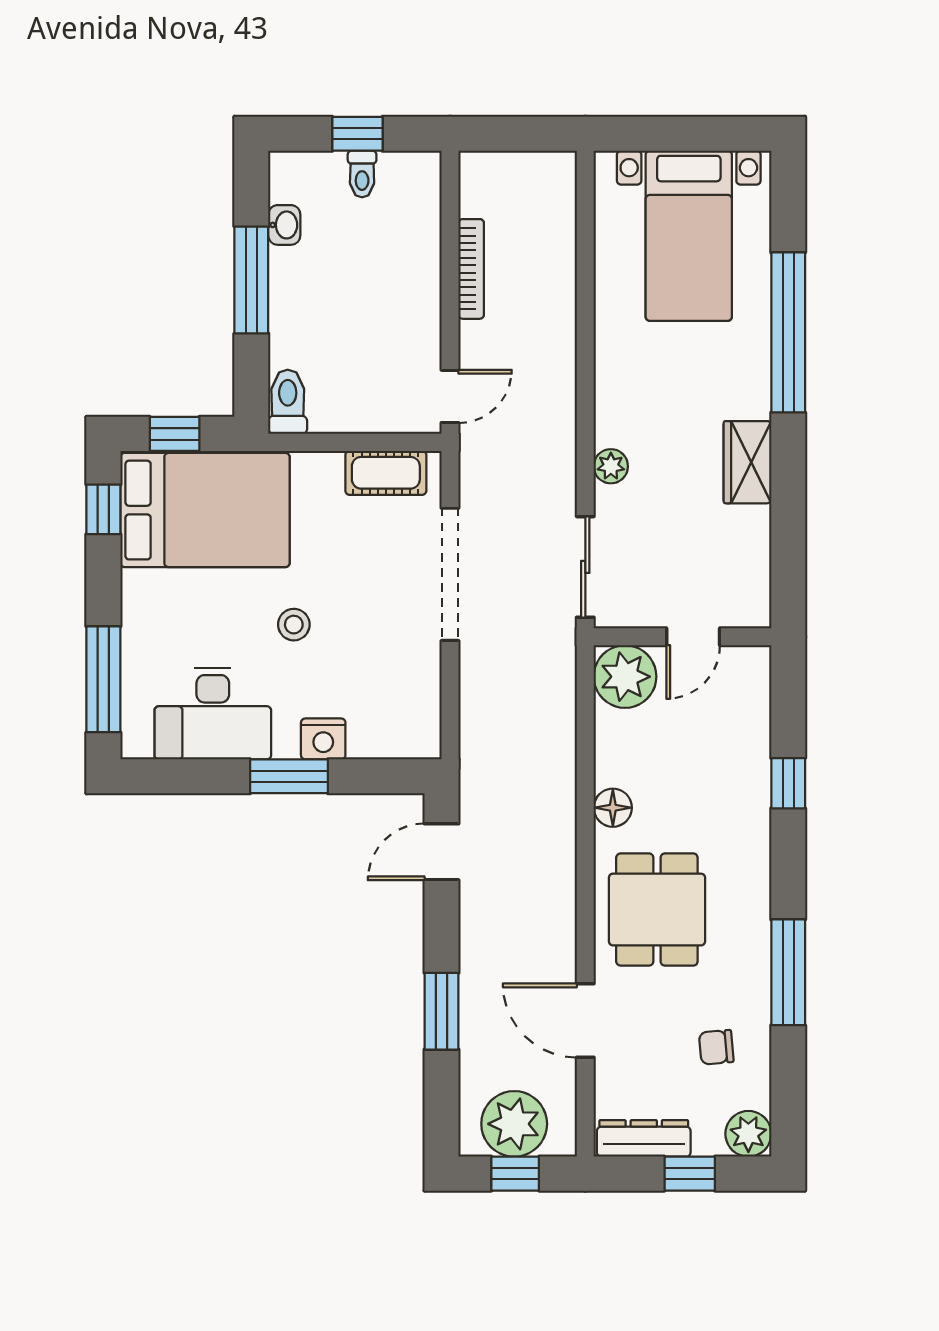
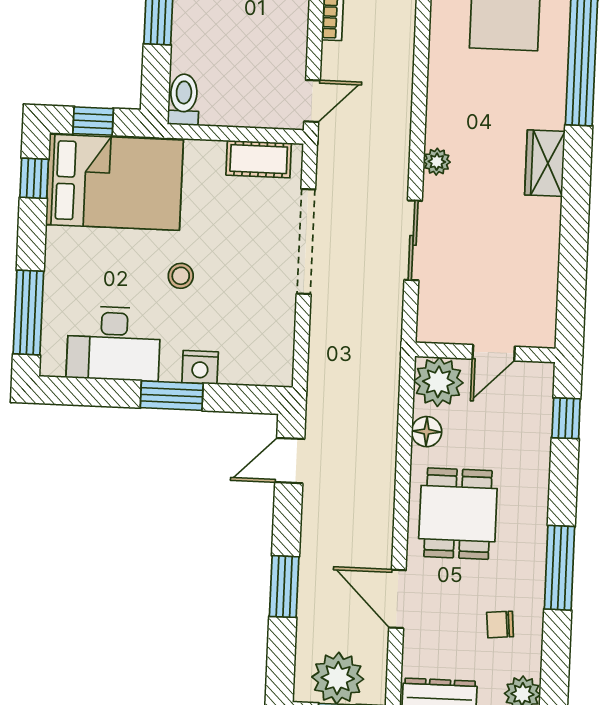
wall: (682, 637) -> (485, 352), moved
door: (693, 637) -> (494, 353), moved
plant: (625, 677) -> (438, 382), moved

